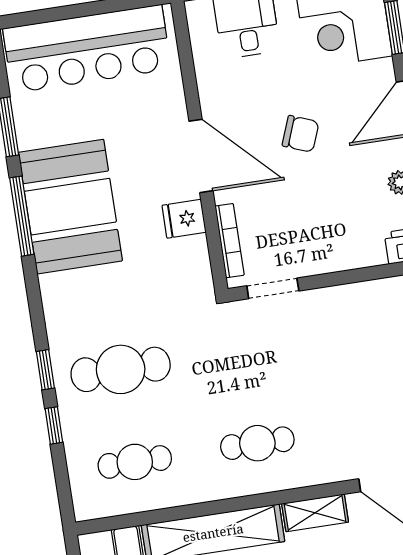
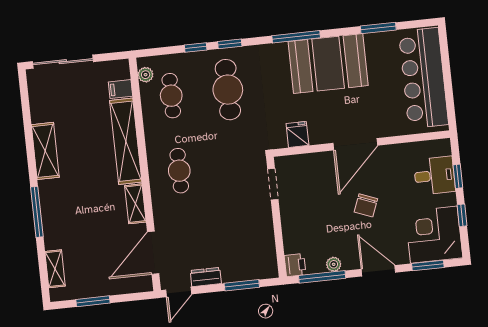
window: (22, 216) -> (296, 37), moved
fridge: (184, 219) -> (297, 134), moved
bookcase: (230, 241) -> (303, 159), removed
plant: (102, 506) -> (146, 75), added

